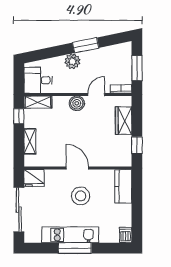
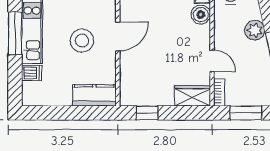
boiler: (77, 103) -> (201, 15), moved
wardrobe: (124, 121) -> (193, 96), moved
dishwasher: (126, 235) -> (32, 73), moved

